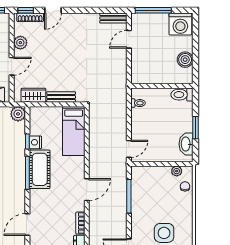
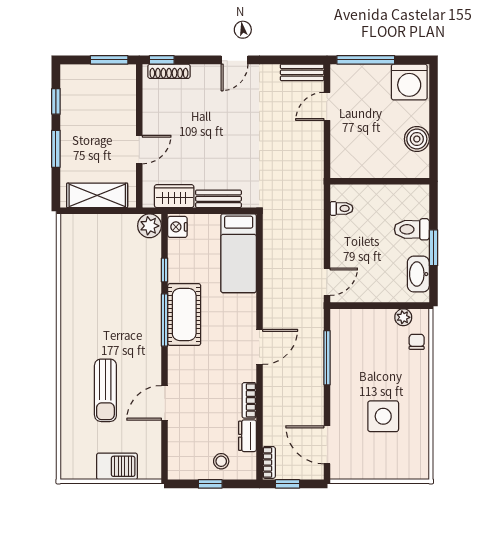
door: (53, 10) -> (235, 60), moved
plant: (20, 43) -> (153, 112), removed
toilet: (182, 95) -> (412, 229), moved
nightstand: (35, 142) -> (177, 227), moved

